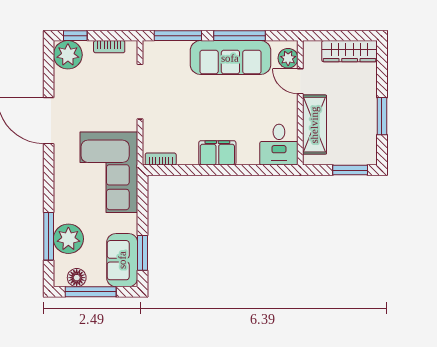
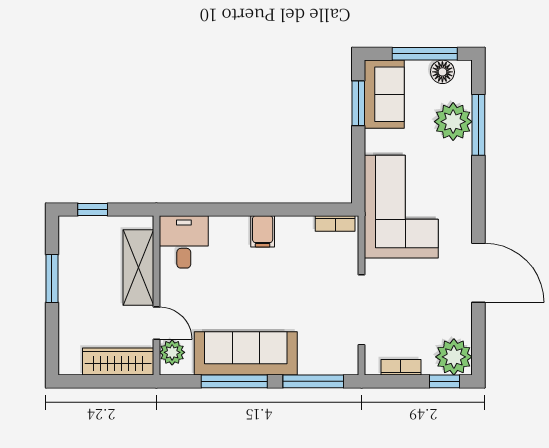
wardrobe: (350, 51) -> (118, 362), moved
filing cabinet: (217, 153) -> (263, 231), width x0.50
window: (350, 170) -> (93, 209), width x0.67

